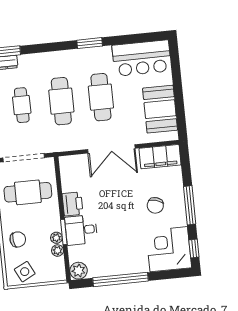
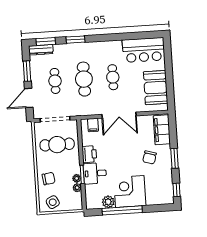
window: (90, 43) -> (75, 40), moved
cafe table: (101, 97) -> (113, 77), width x0.73, depth x0.74
filing cabinet: (160, 157) -> (162, 130), moved, turned 90
filing cabinet: (76, 164) -> (93, 125), added
window: (190, 205) -> (174, 158), width x0.69
corner desk: (169, 249) -> (130, 192), moved
plant: (79, 271) -> (108, 202), moved

